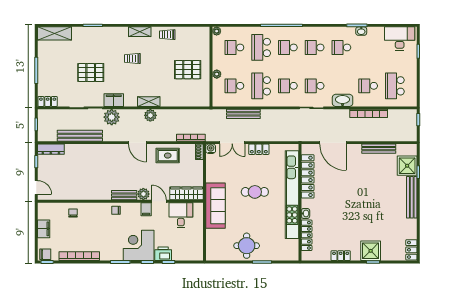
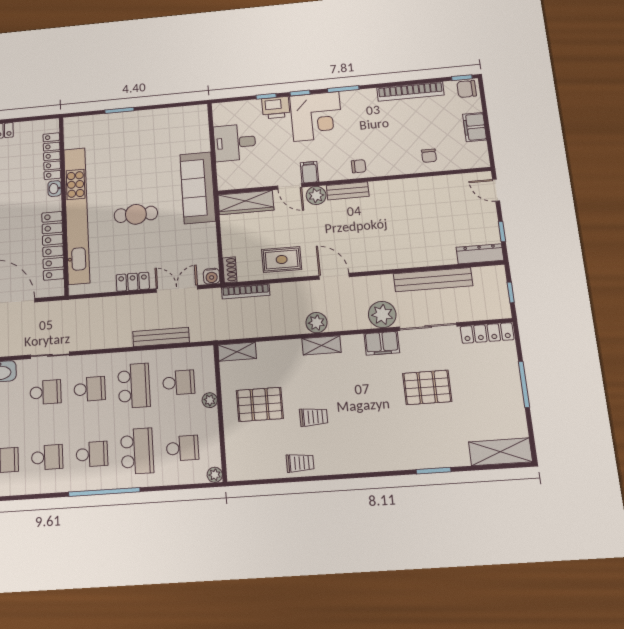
shelving: (140, 32) -> (237, 352), moved
trolley: (132, 59) -> (314, 417), moved
locker: (48, 102) -> (487, 333), width x1.53
desk: (181, 215) -> (235, 143), moved, turned 90
round table: (247, 246) -> (145, 132), removed

